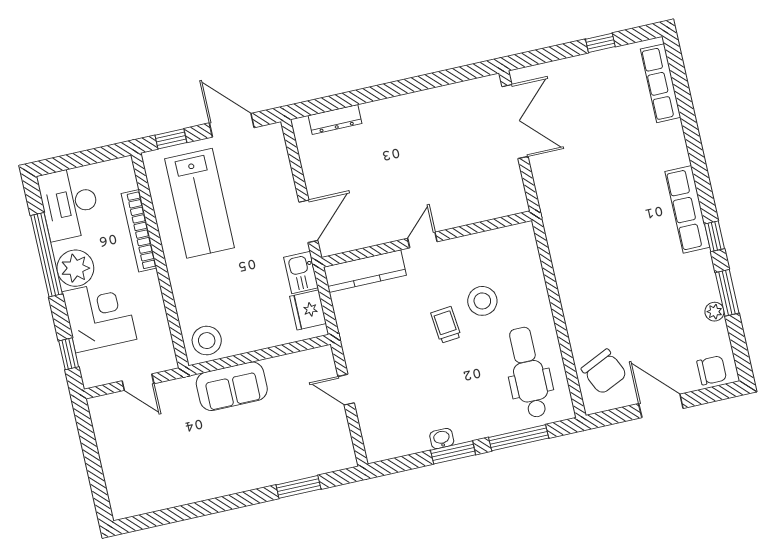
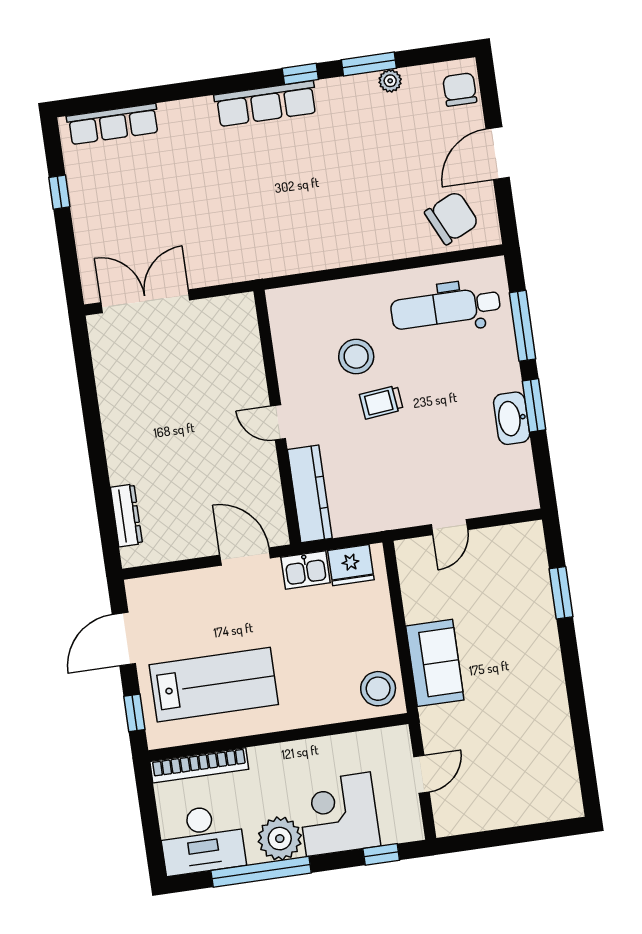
bookcase: (139, 231) -> (199, 765), moved
washbasin: (442, 439) -> (512, 418), width x1.91, depth x1.45

